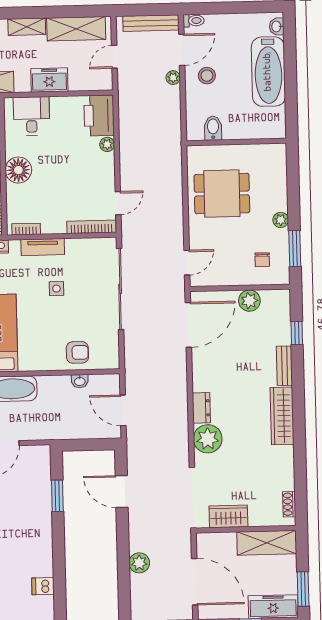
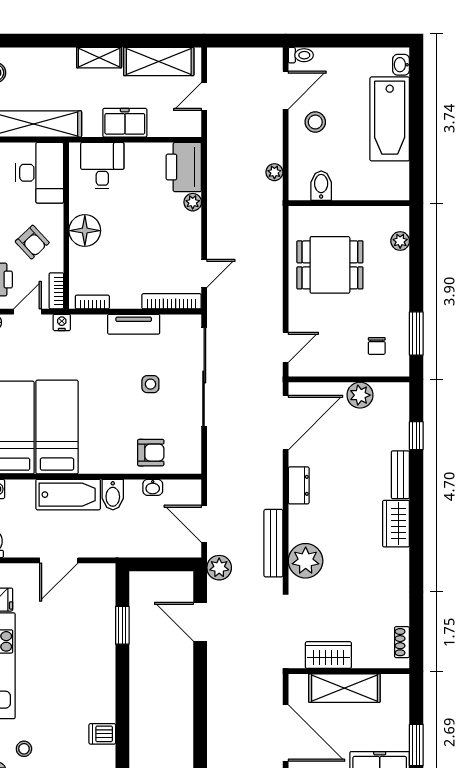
bench: (151, 23) -> (273, 543), moved, turned 90
plant: (173, 78) -> (274, 172), moved
plant: (281, 220) -> (400, 241), moved
tv unit: (43, 247) -> (134, 324), moved
side table: (56, 289) -> (150, 384), moved
bidet: (47, 388) -> (113, 495), added
dresser: (201, 408) -> (299, 485), moved
wardrobe: (282, 416) -> (396, 524), width x0.67
shelving: (267, 543) -> (344, 688), moved
plant: (139, 563) -> (219, 568), moved

